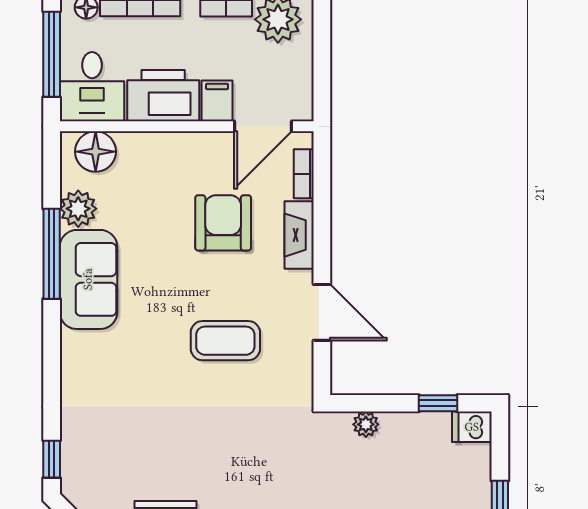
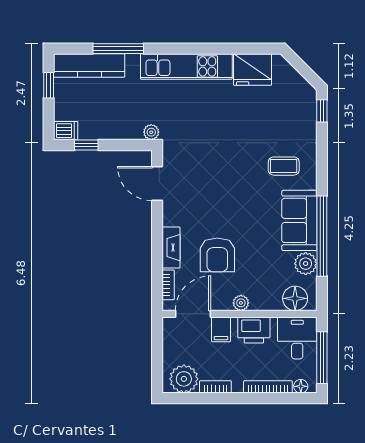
printer: (163, 96) -> (254, 330), width x0.73, depth x0.84
plant: (184, 144) -> (241, 303), added
window: (52, 254) -> (322, 236), width x1.46
door: (322, 312) -> (157, 183), moved
coffee table: (225, 341) -> (284, 166), moved, width x0.73, depth x0.77
plant: (366, 424) -> (151, 132), moved

